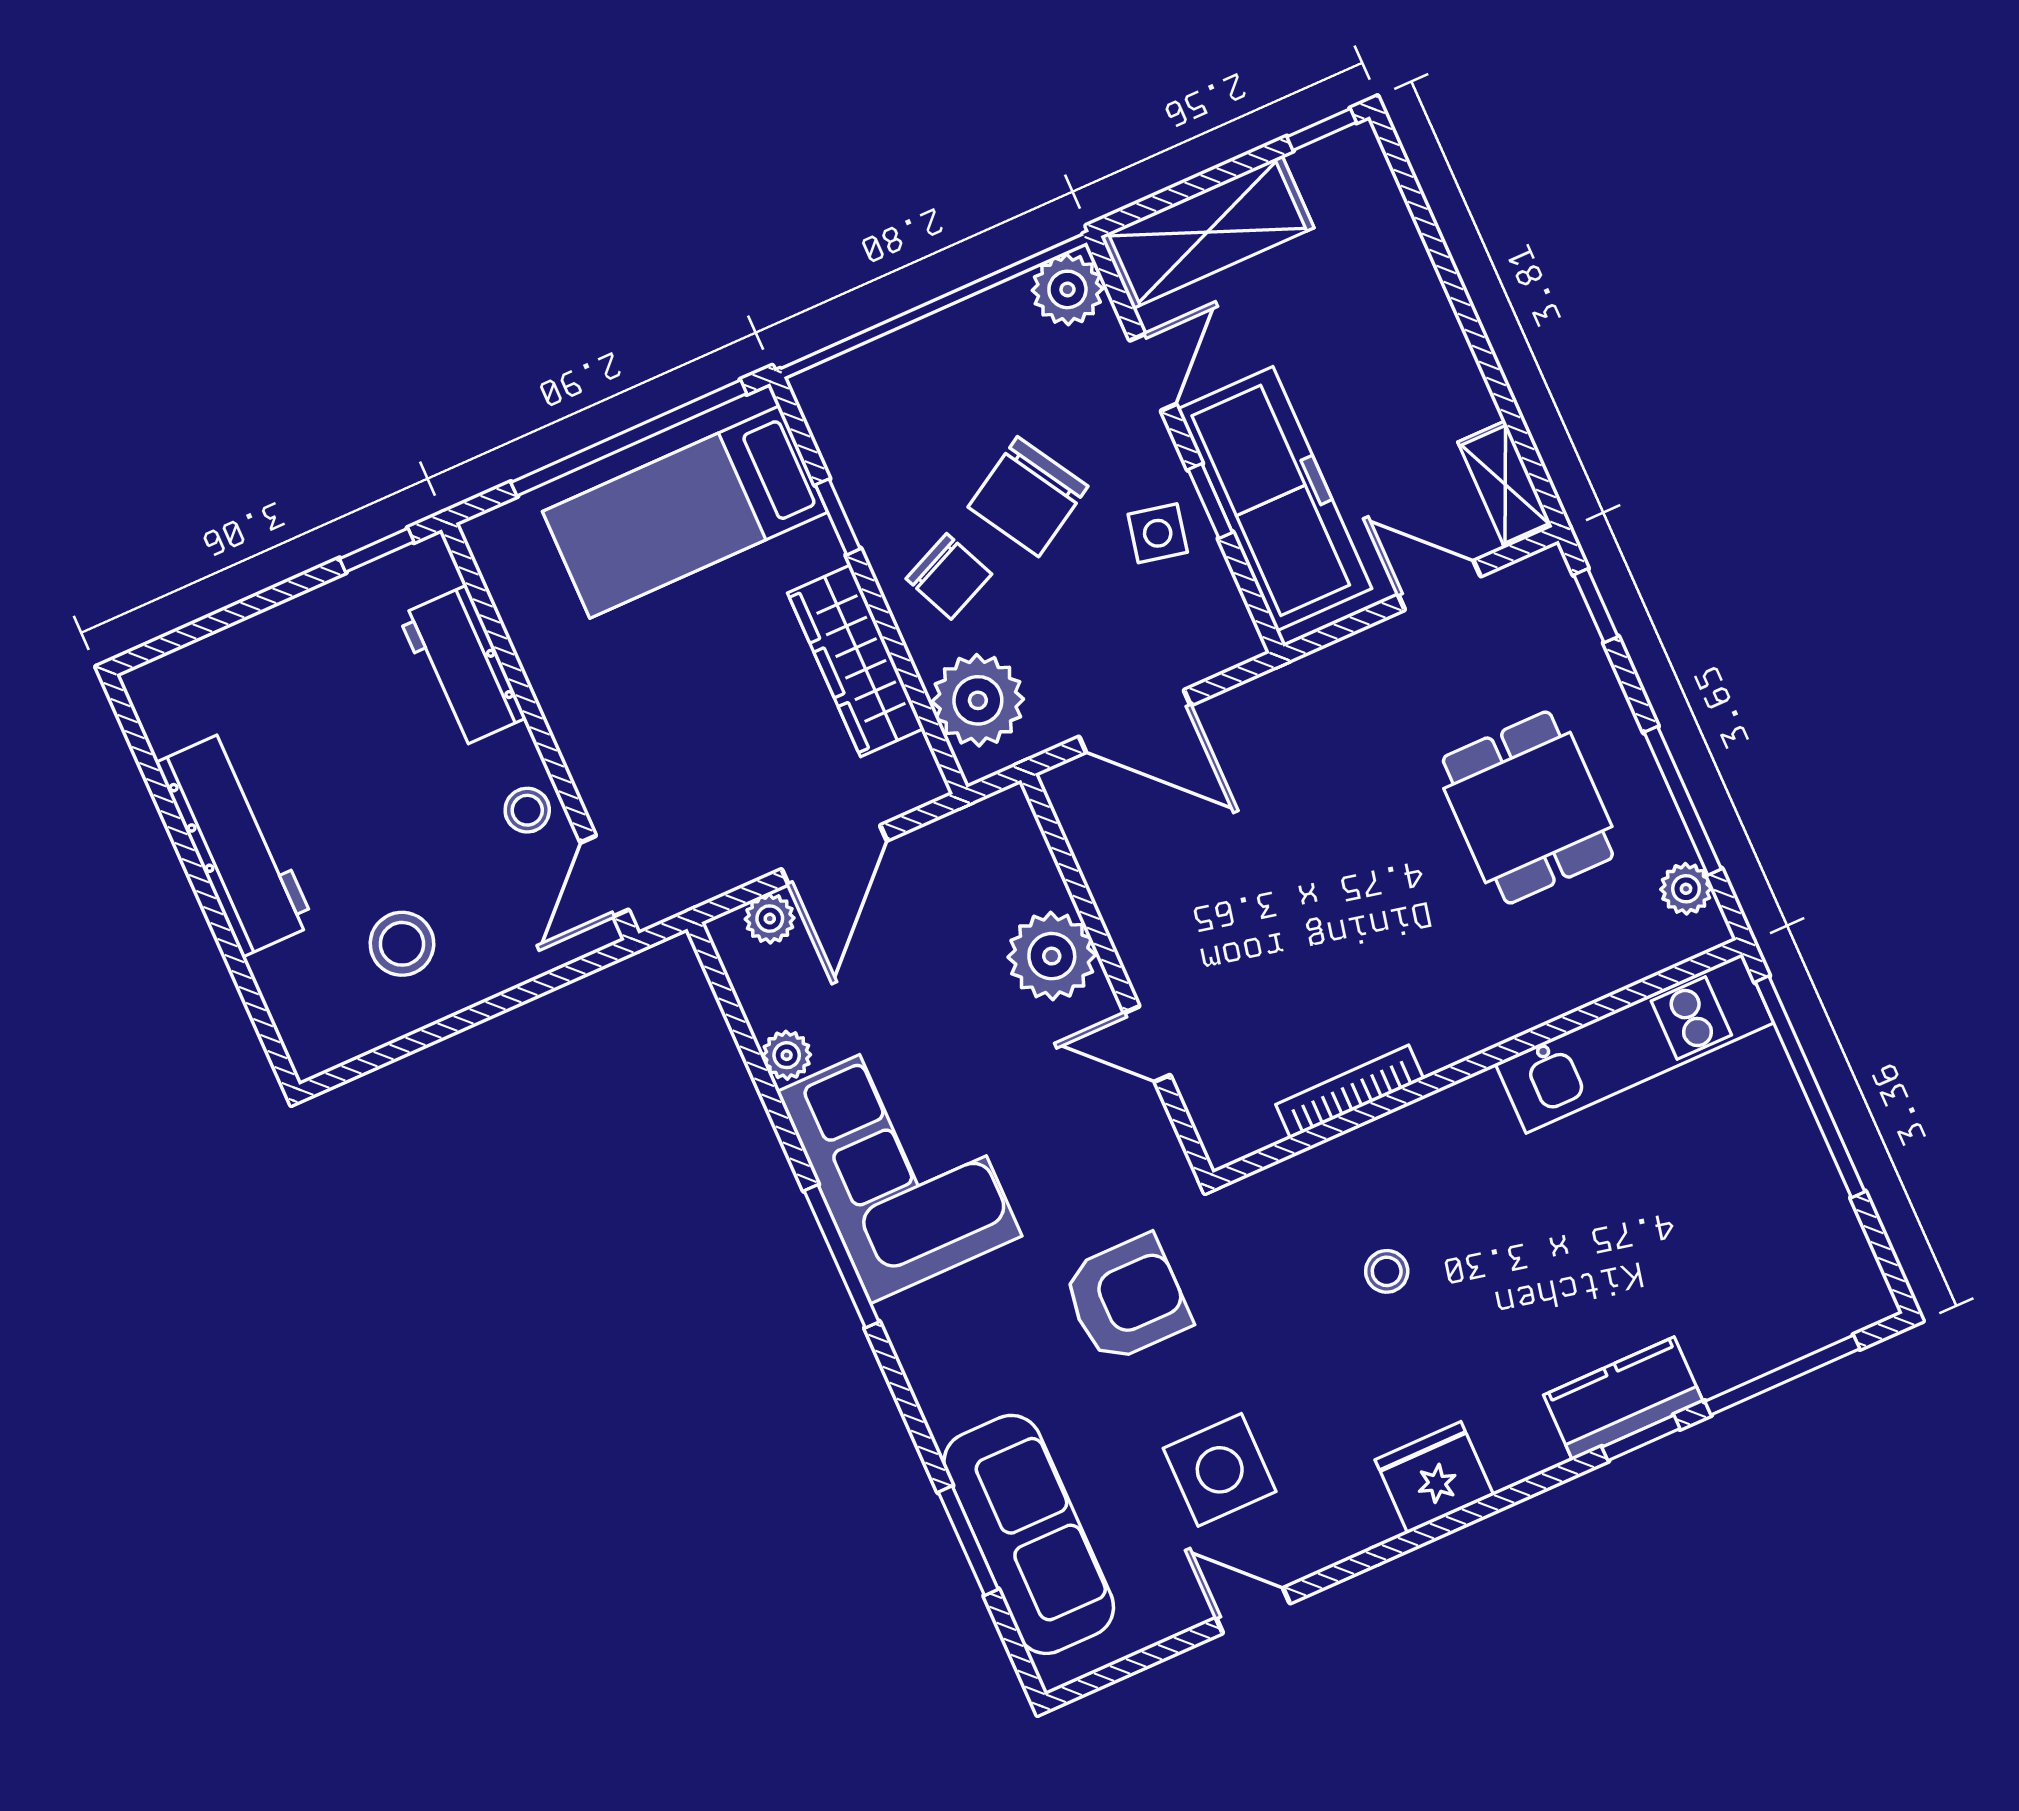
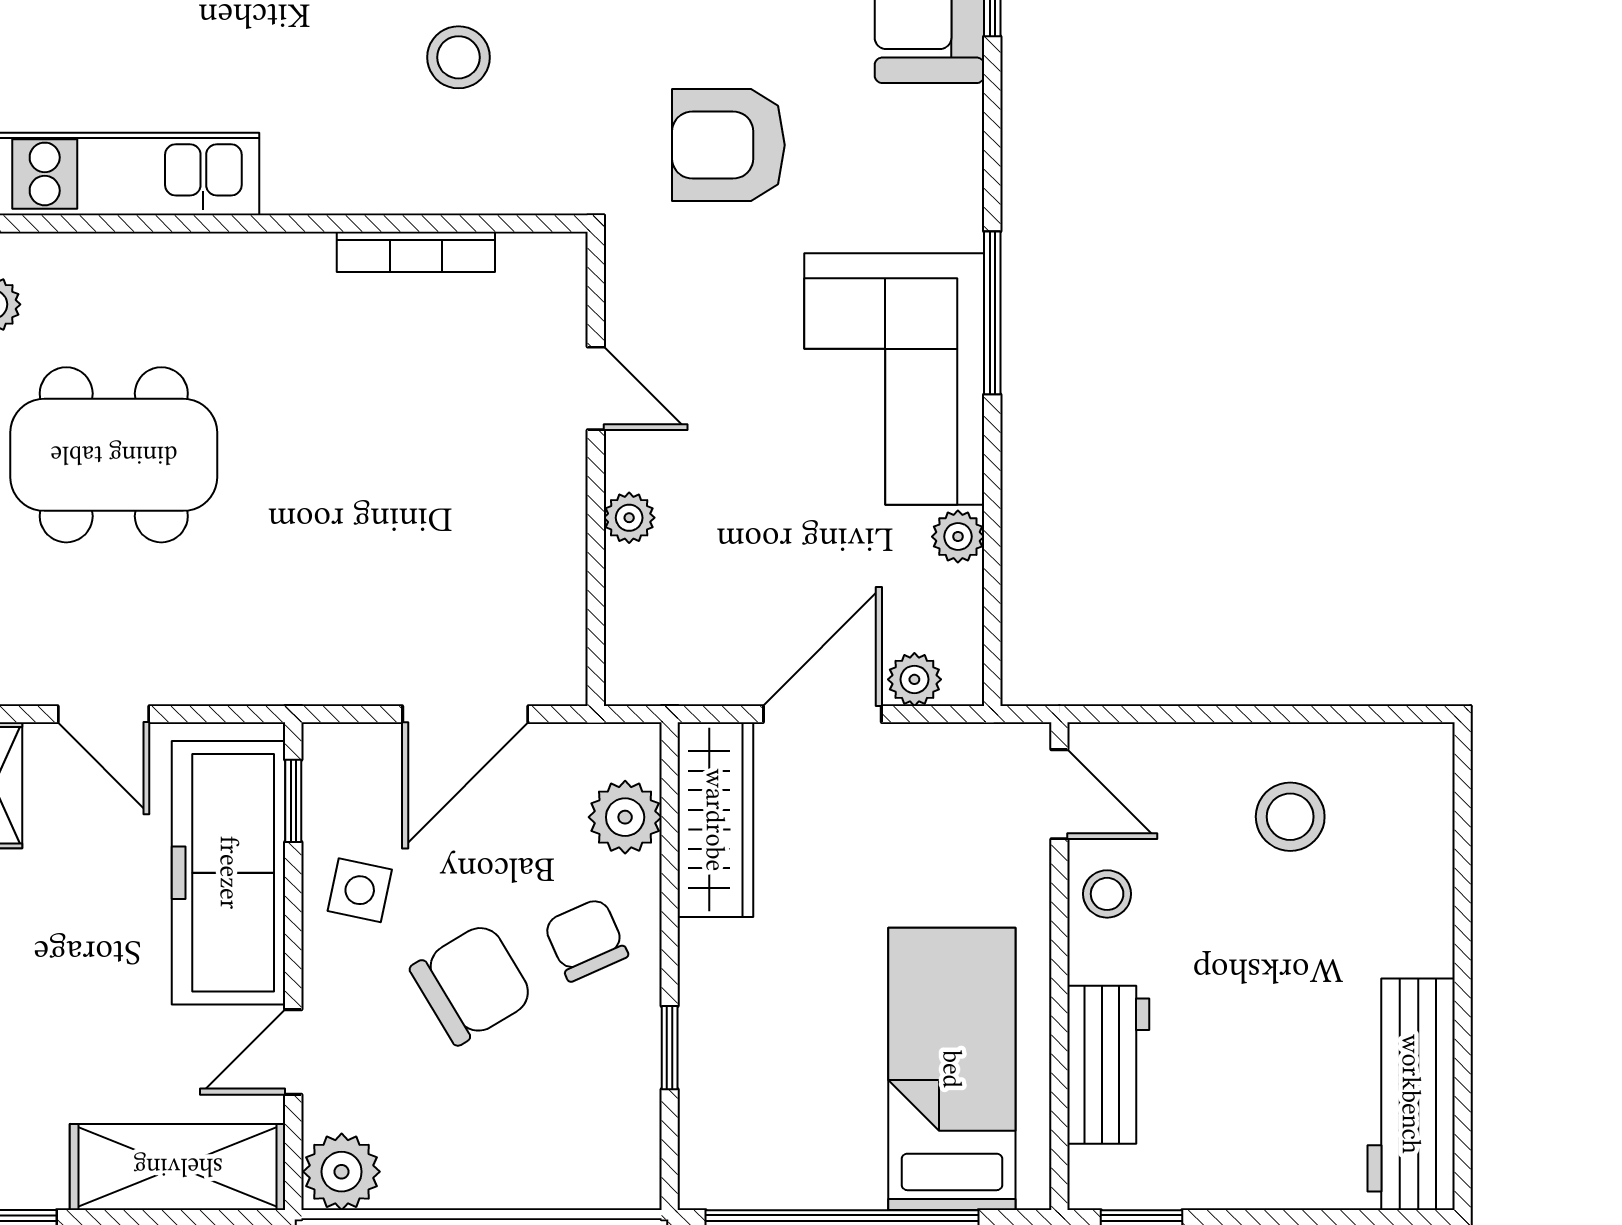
window: (1210, 501) -> (293, 801), moved
bed: (685, 512) -> (952, 1069), moved, turned -90
wardrobe: (856, 661) -> (715, 820), moved
plant: (978, 700) -> (625, 817), width x0.73, depth x0.73
door: (1135, 721) -> (465, 714), swing flipped
dining table: (1528, 808) -> (114, 455), width x1.38
workbench: (235, 844) -> (1411, 1094), moved
door: (605, 876) -> (1059, 794), hinge flipped
plant: (1052, 956) -> (629, 518), width x0.53, depth x0.53
stool: (1387, 1271) -> (458, 57), width x1.37, depth x1.37

